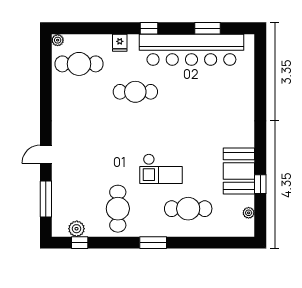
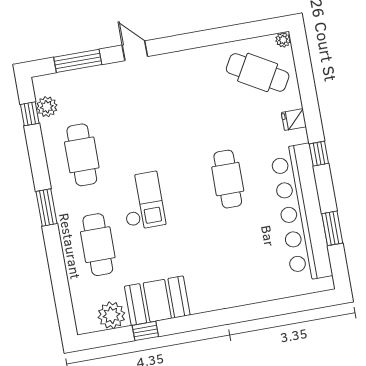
cafe table: (79, 64) -> (258, 72), turned -60
cafe table: (135, 92) -> (228, 179), moved
checkout: (161, 169) -> (143, 201), turned 180
cafe table: (118, 209) -> (82, 155), turned 90
plant: (249, 213) -> (111, 315), width x1.88, depth x1.88

